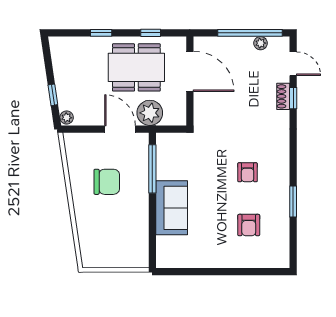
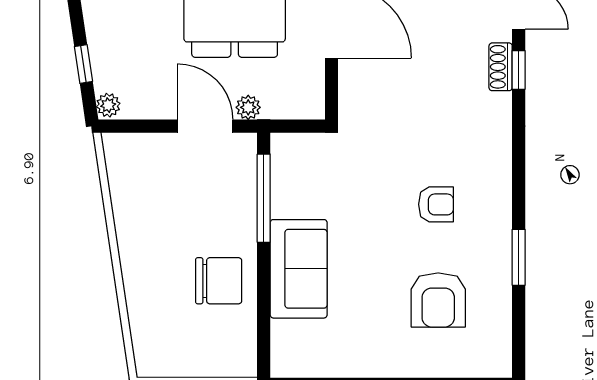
plant: (150, 113) -> (248, 107), width x0.53, depth x0.53
armchair: (248, 172) -> (436, 204), turned -90
chair: (107, 182) -> (219, 281), moved
armchair: (249, 225) -> (438, 300), width x1.38, depth x1.38

